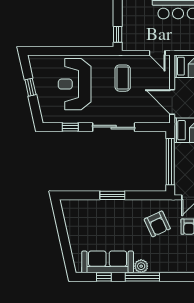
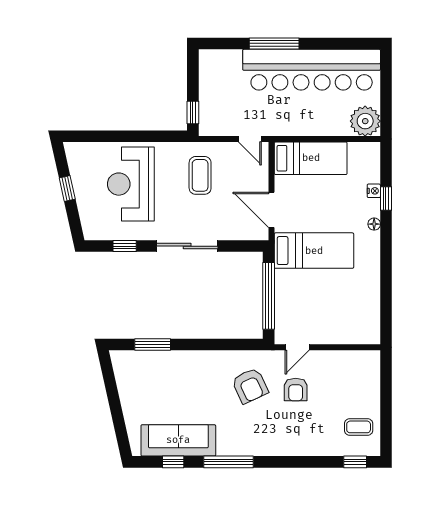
window: (112, 195) -> (153, 344), moved
plant: (141, 266) -> (227, 446), removed

